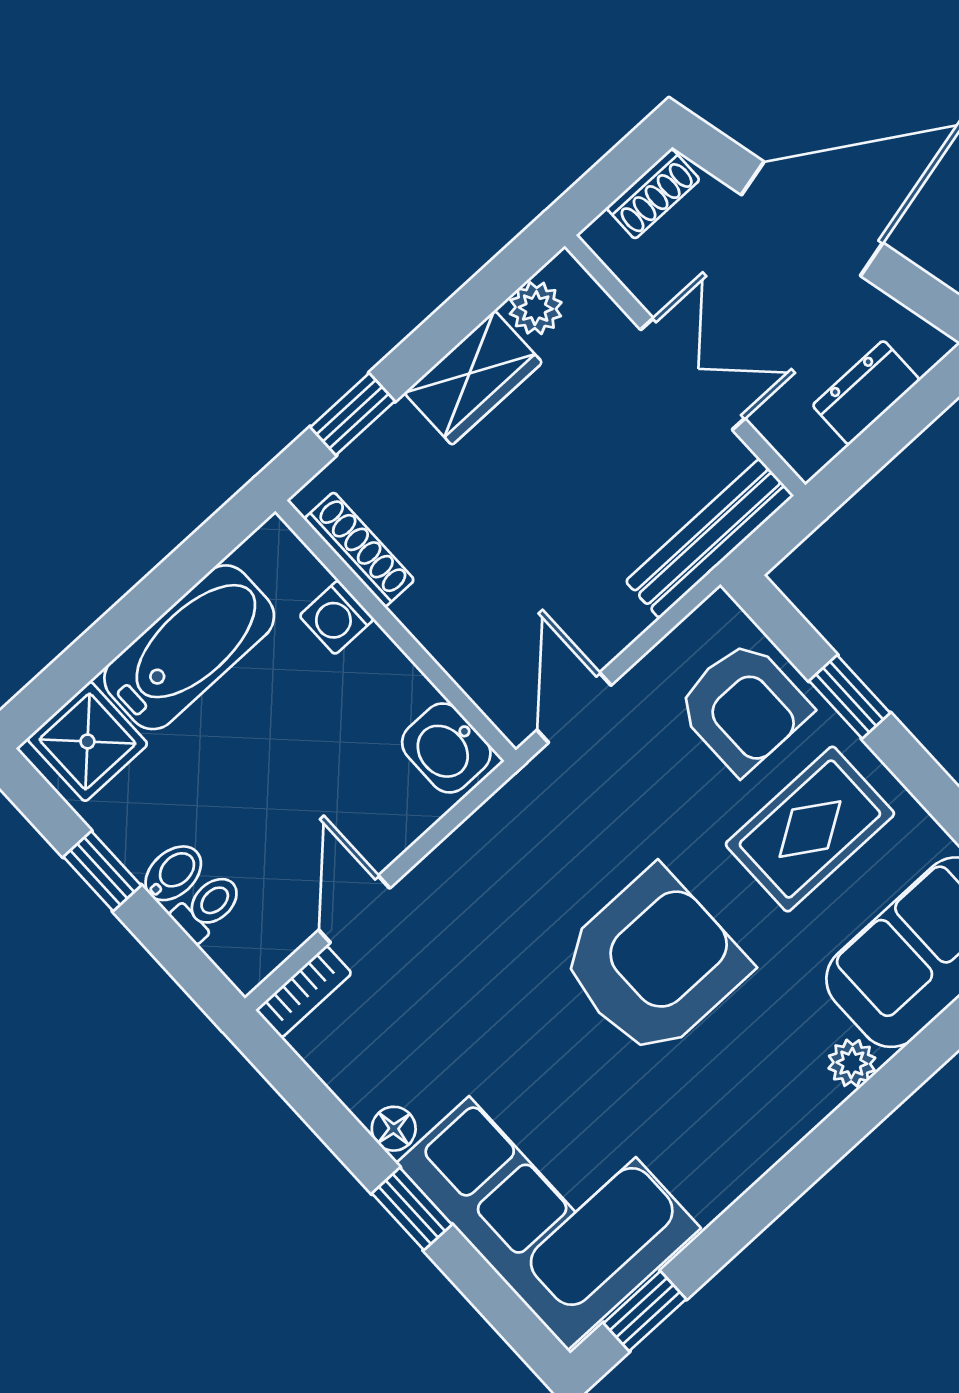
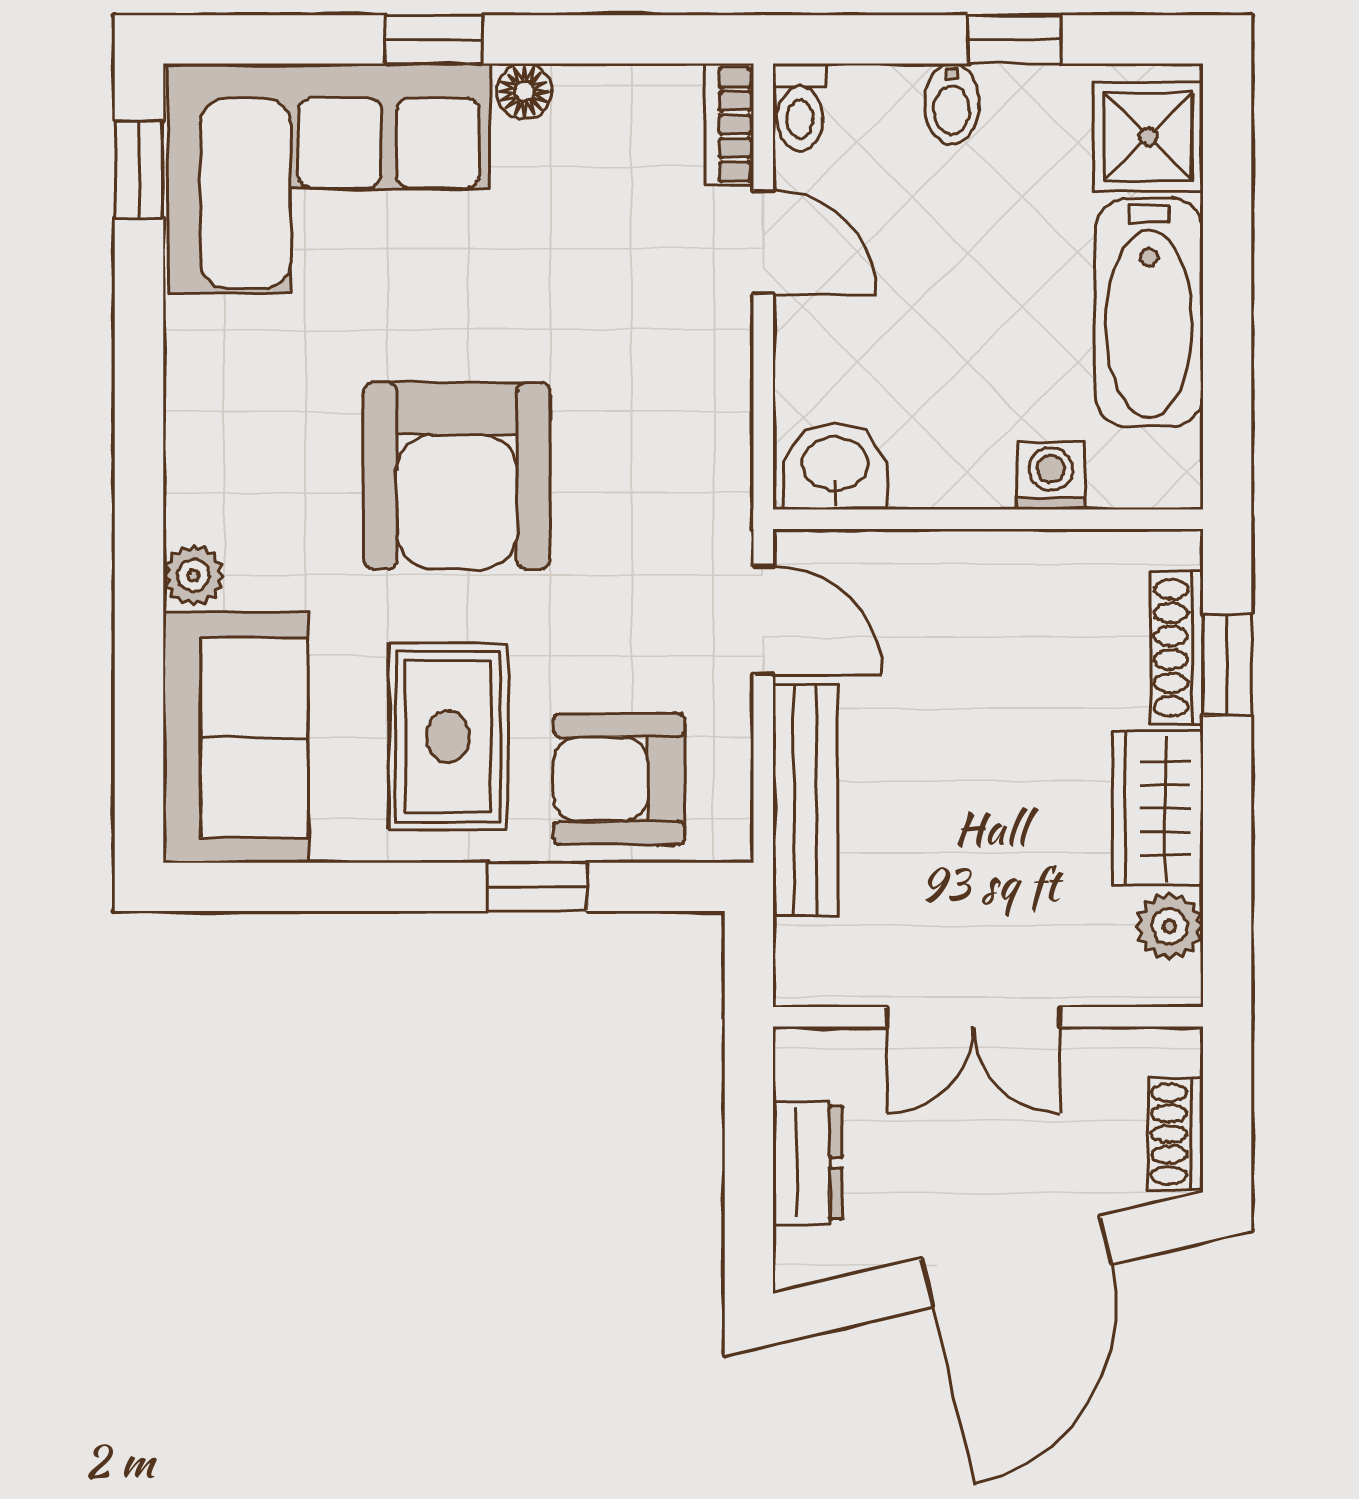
bench: (710, 538) -> (805, 800), moved
shoe rack: (359, 550) -> (1177, 648), moved, turned 90
toilet: (208, 907) -> (800, 107), moved

